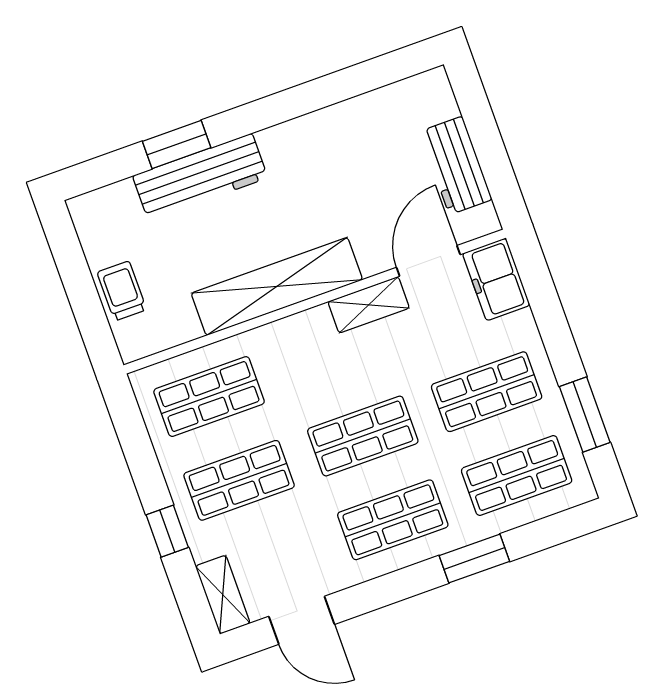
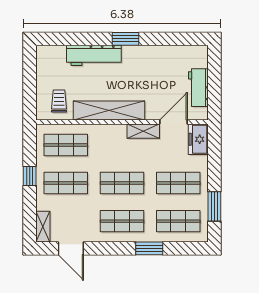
window: (177, 144) -> (126, 39), moved
trolley: (122, 291) -> (59, 101), moved
window: (167, 531) -> (30, 176), moved

